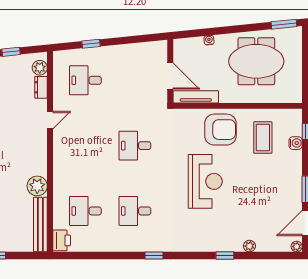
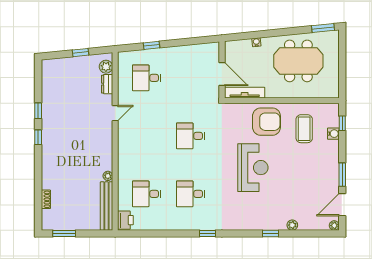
plant: (37, 186) -> (108, 176), width x0.53, depth x0.53

